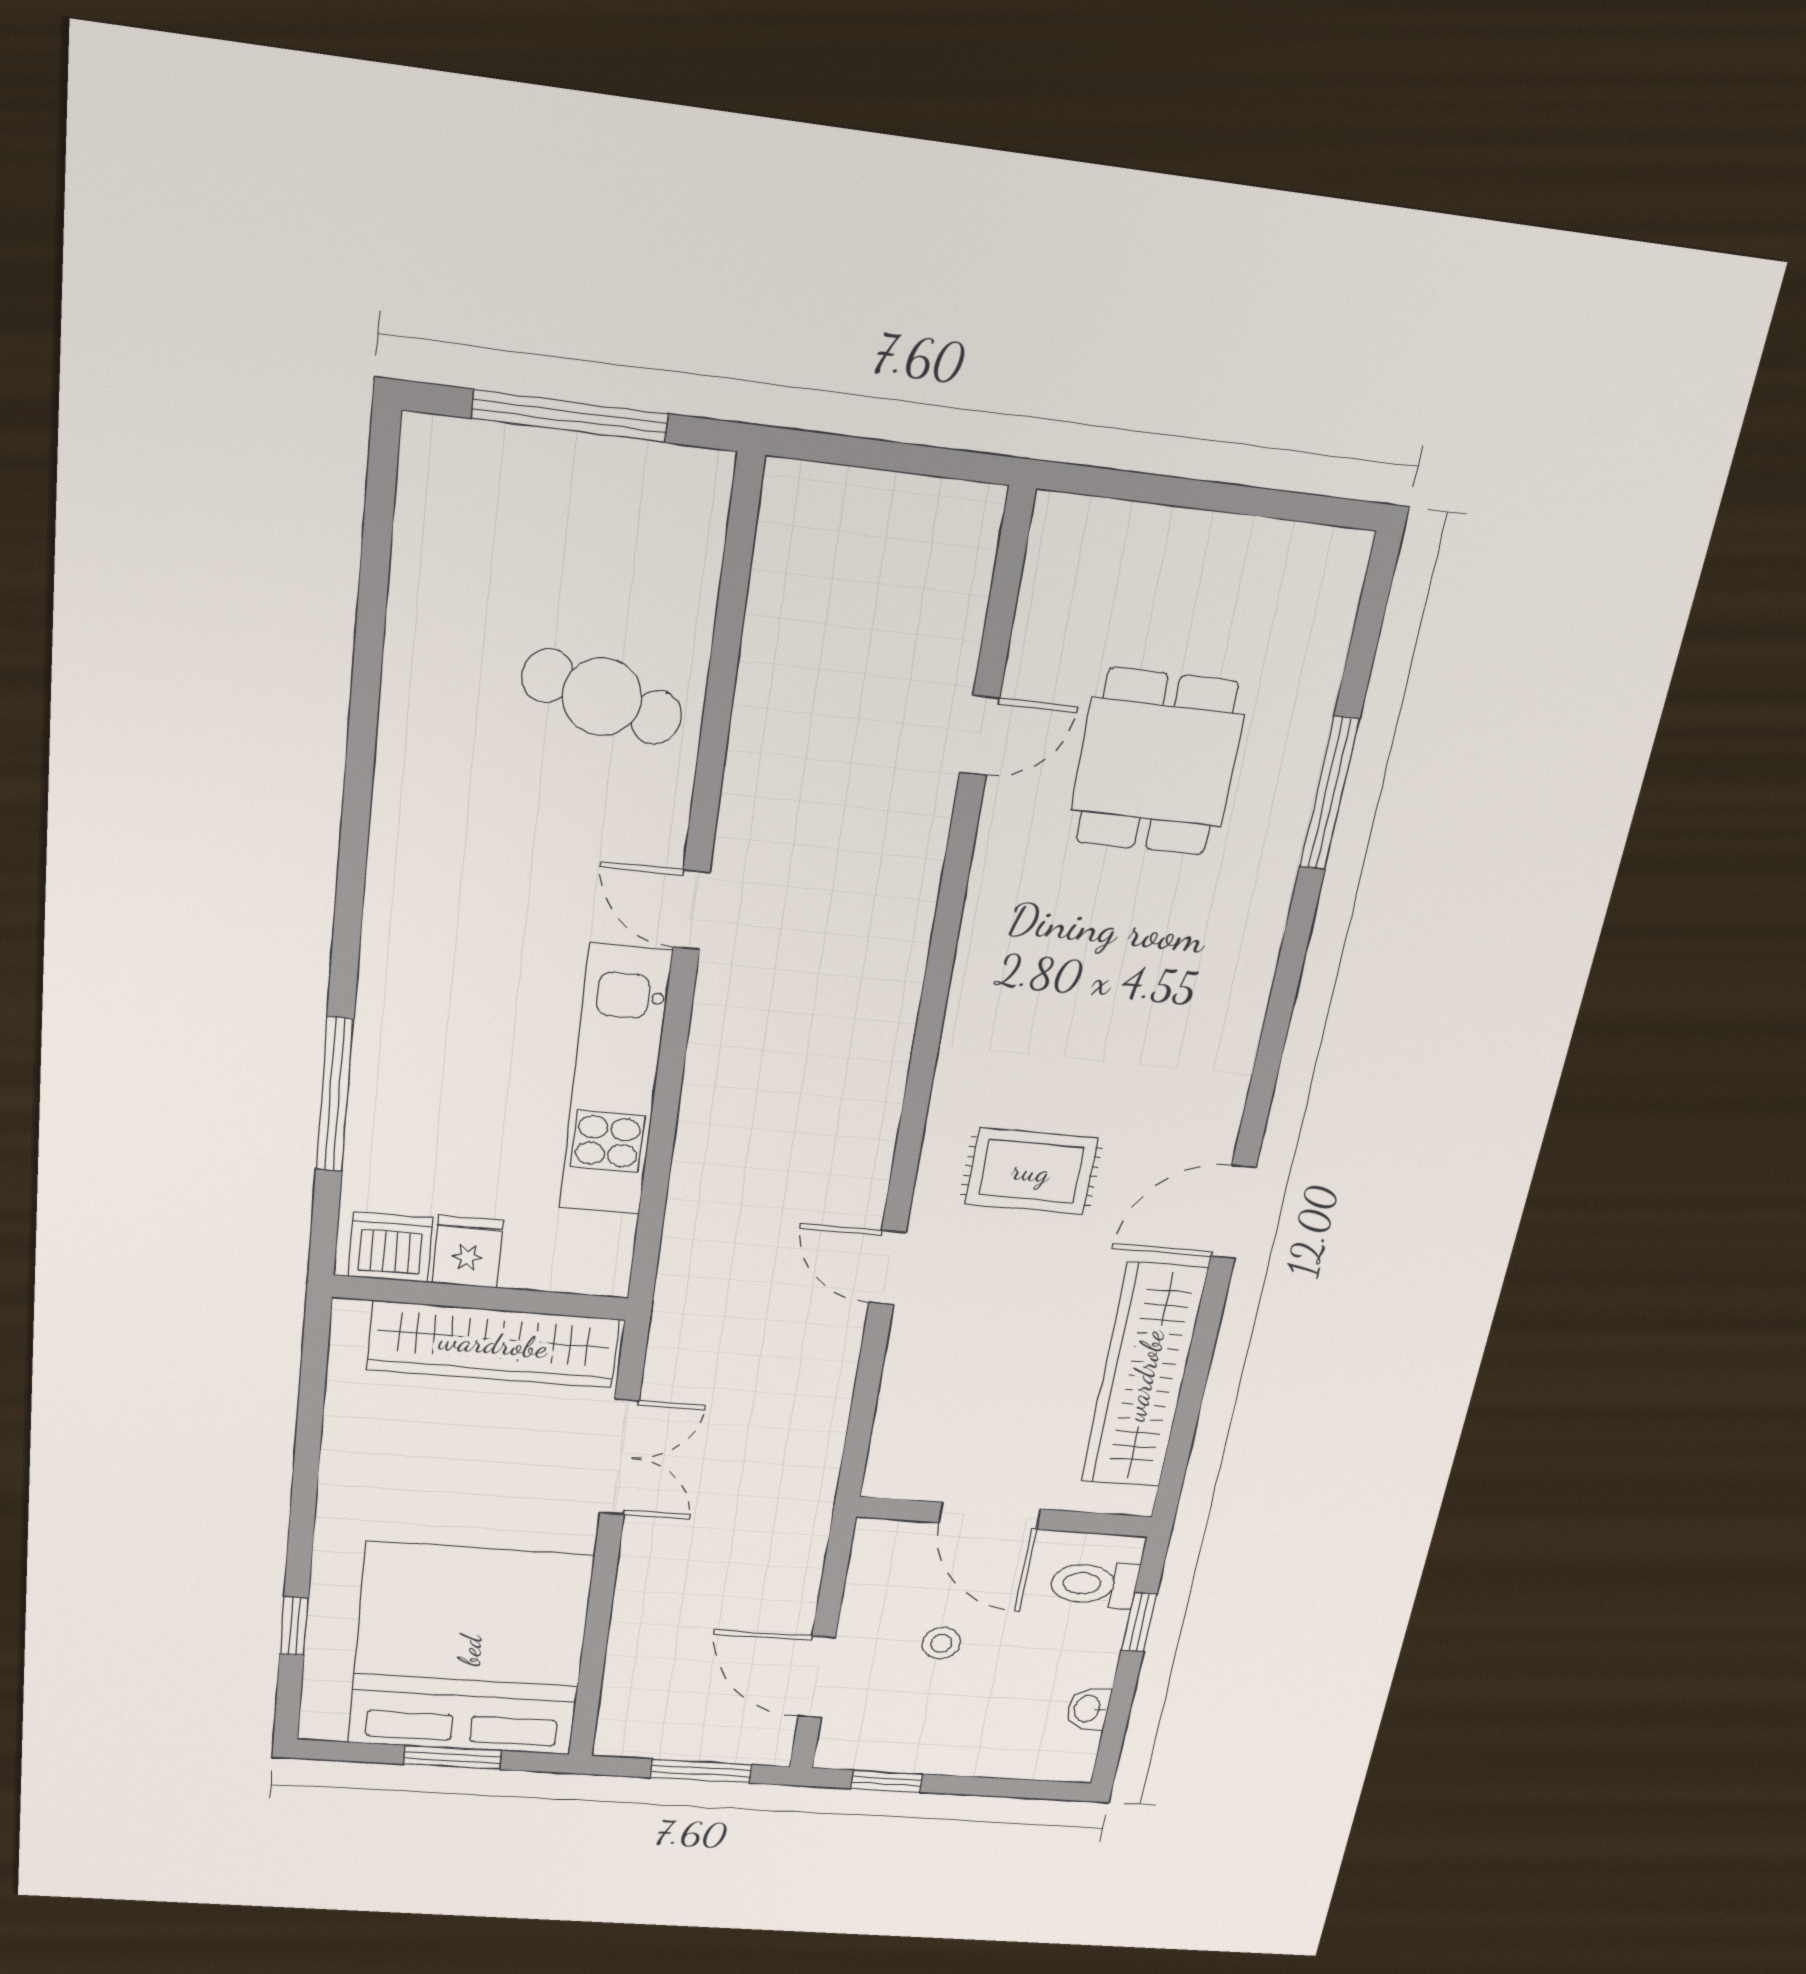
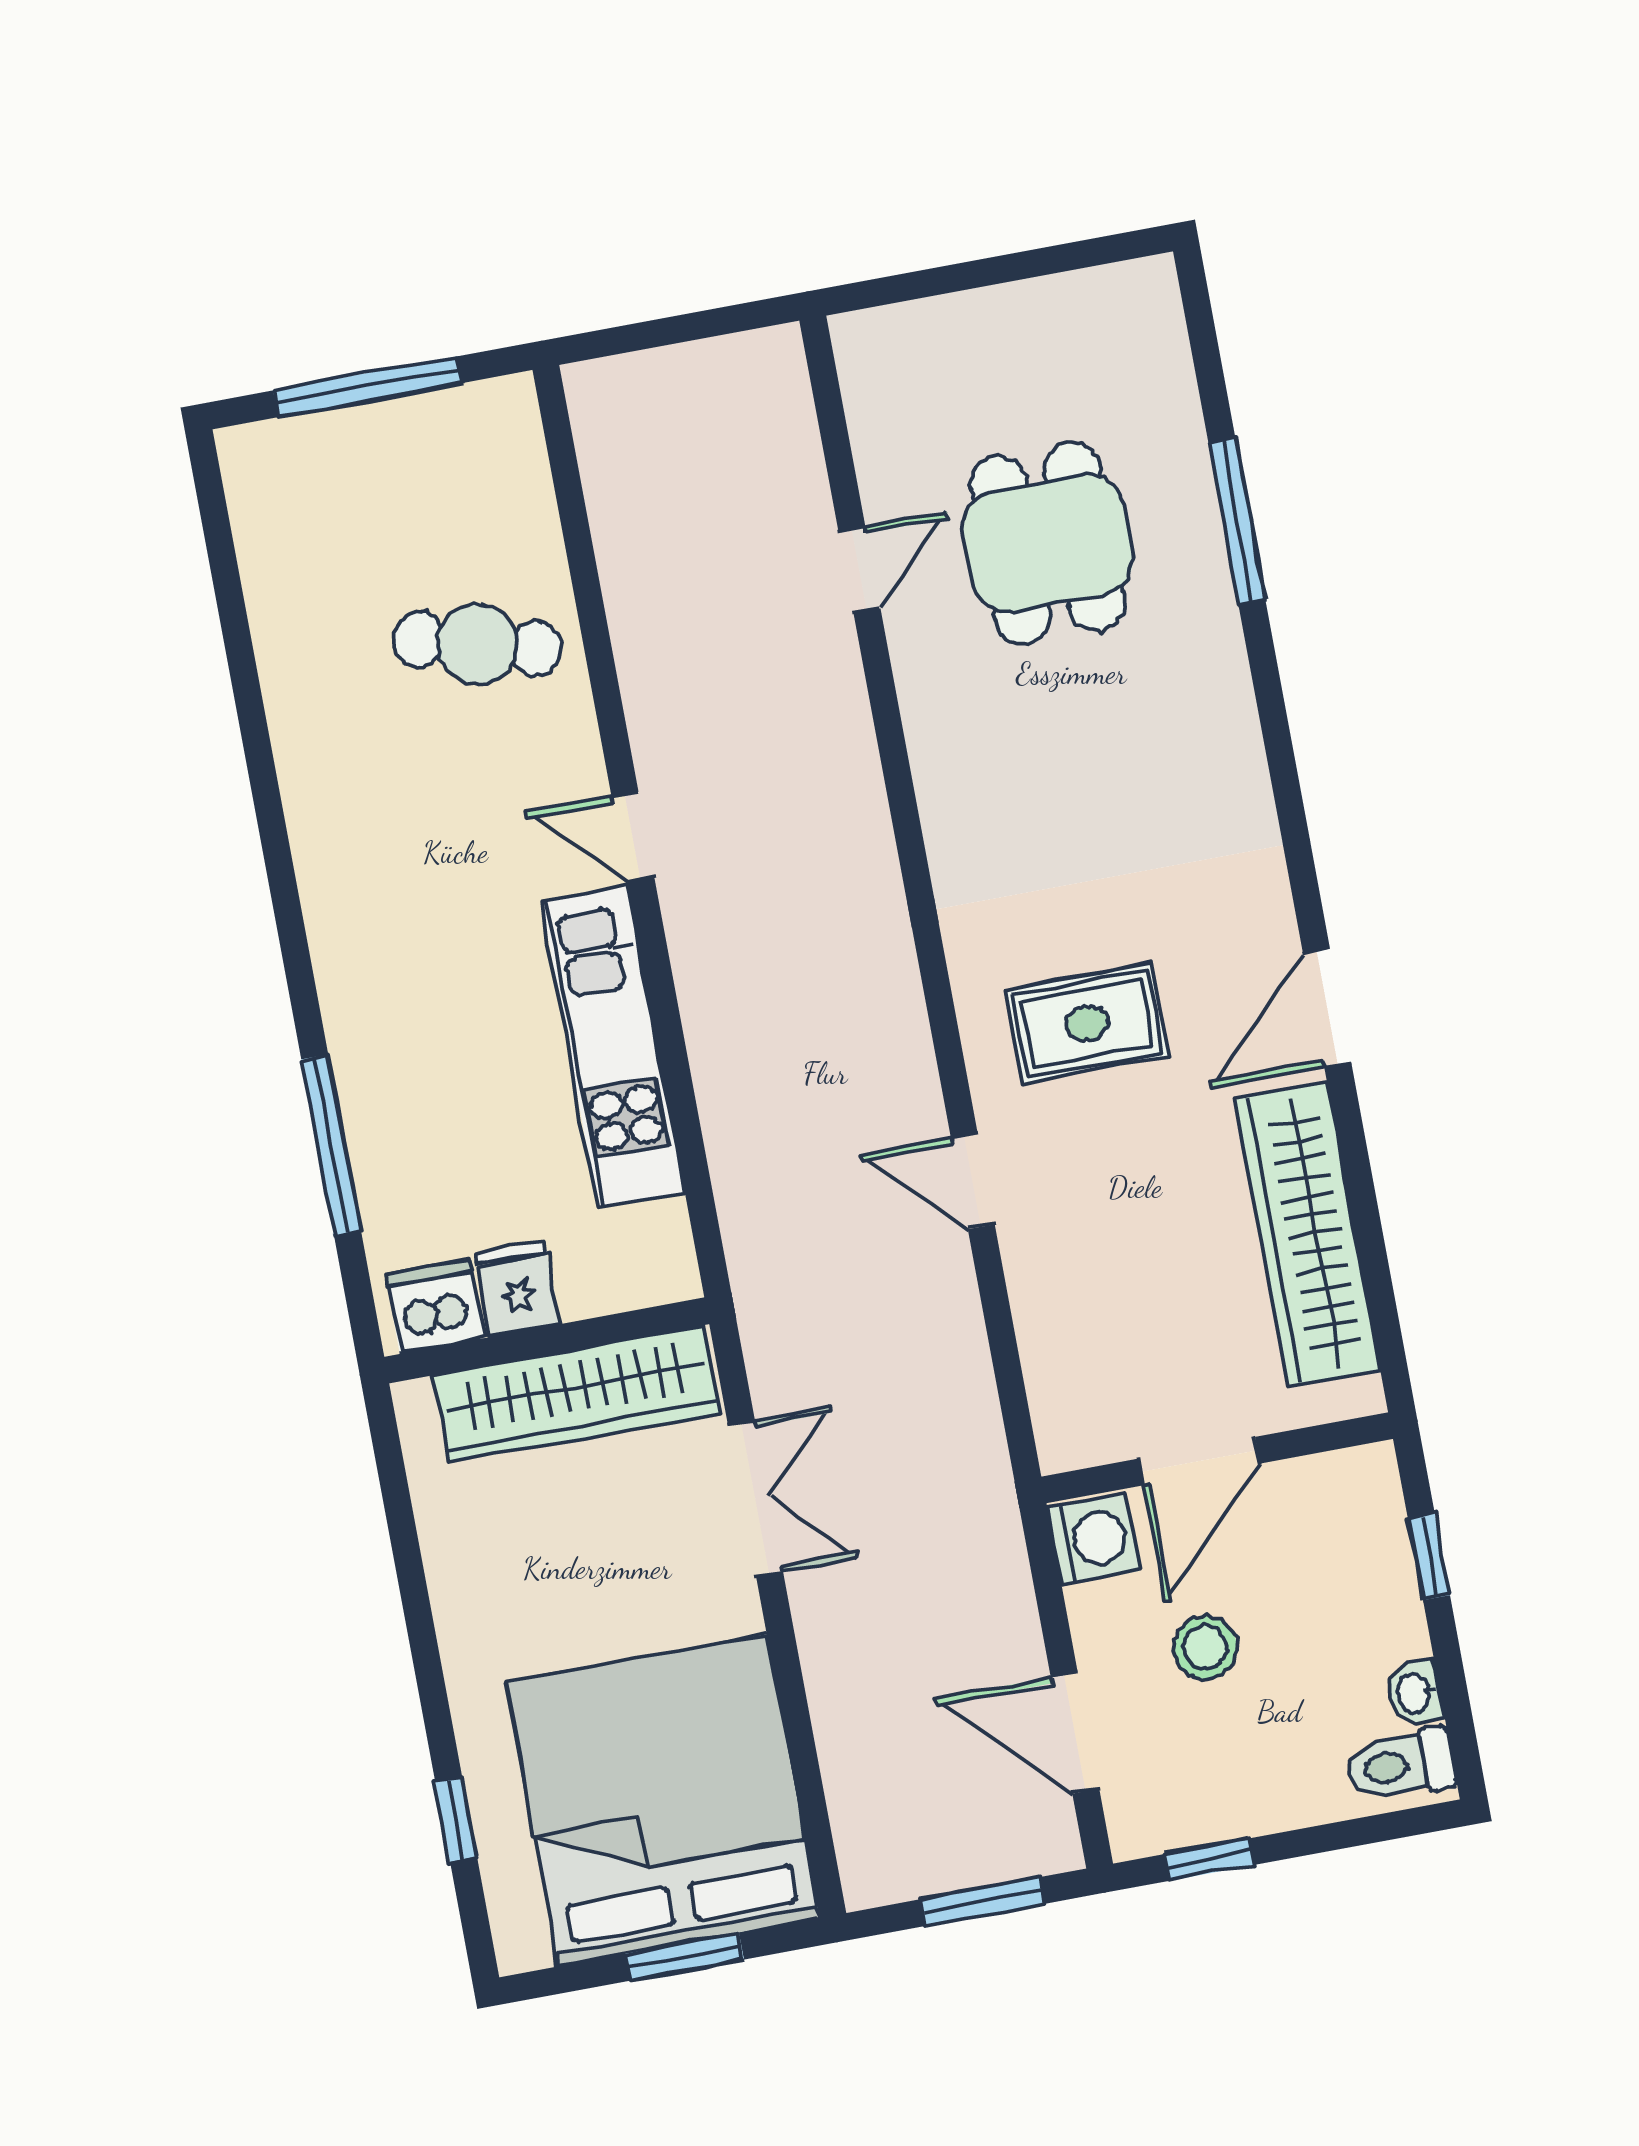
door: (990, 1516) -> (1199, 1461), hinge flipped
washing machine: (884, 1550) -> (1093, 1539), added
toilet: (1094, 1584) -> (1400, 1765), moved
stool: (941, 1643) -> (1205, 1648), width x1.37, depth x1.37

